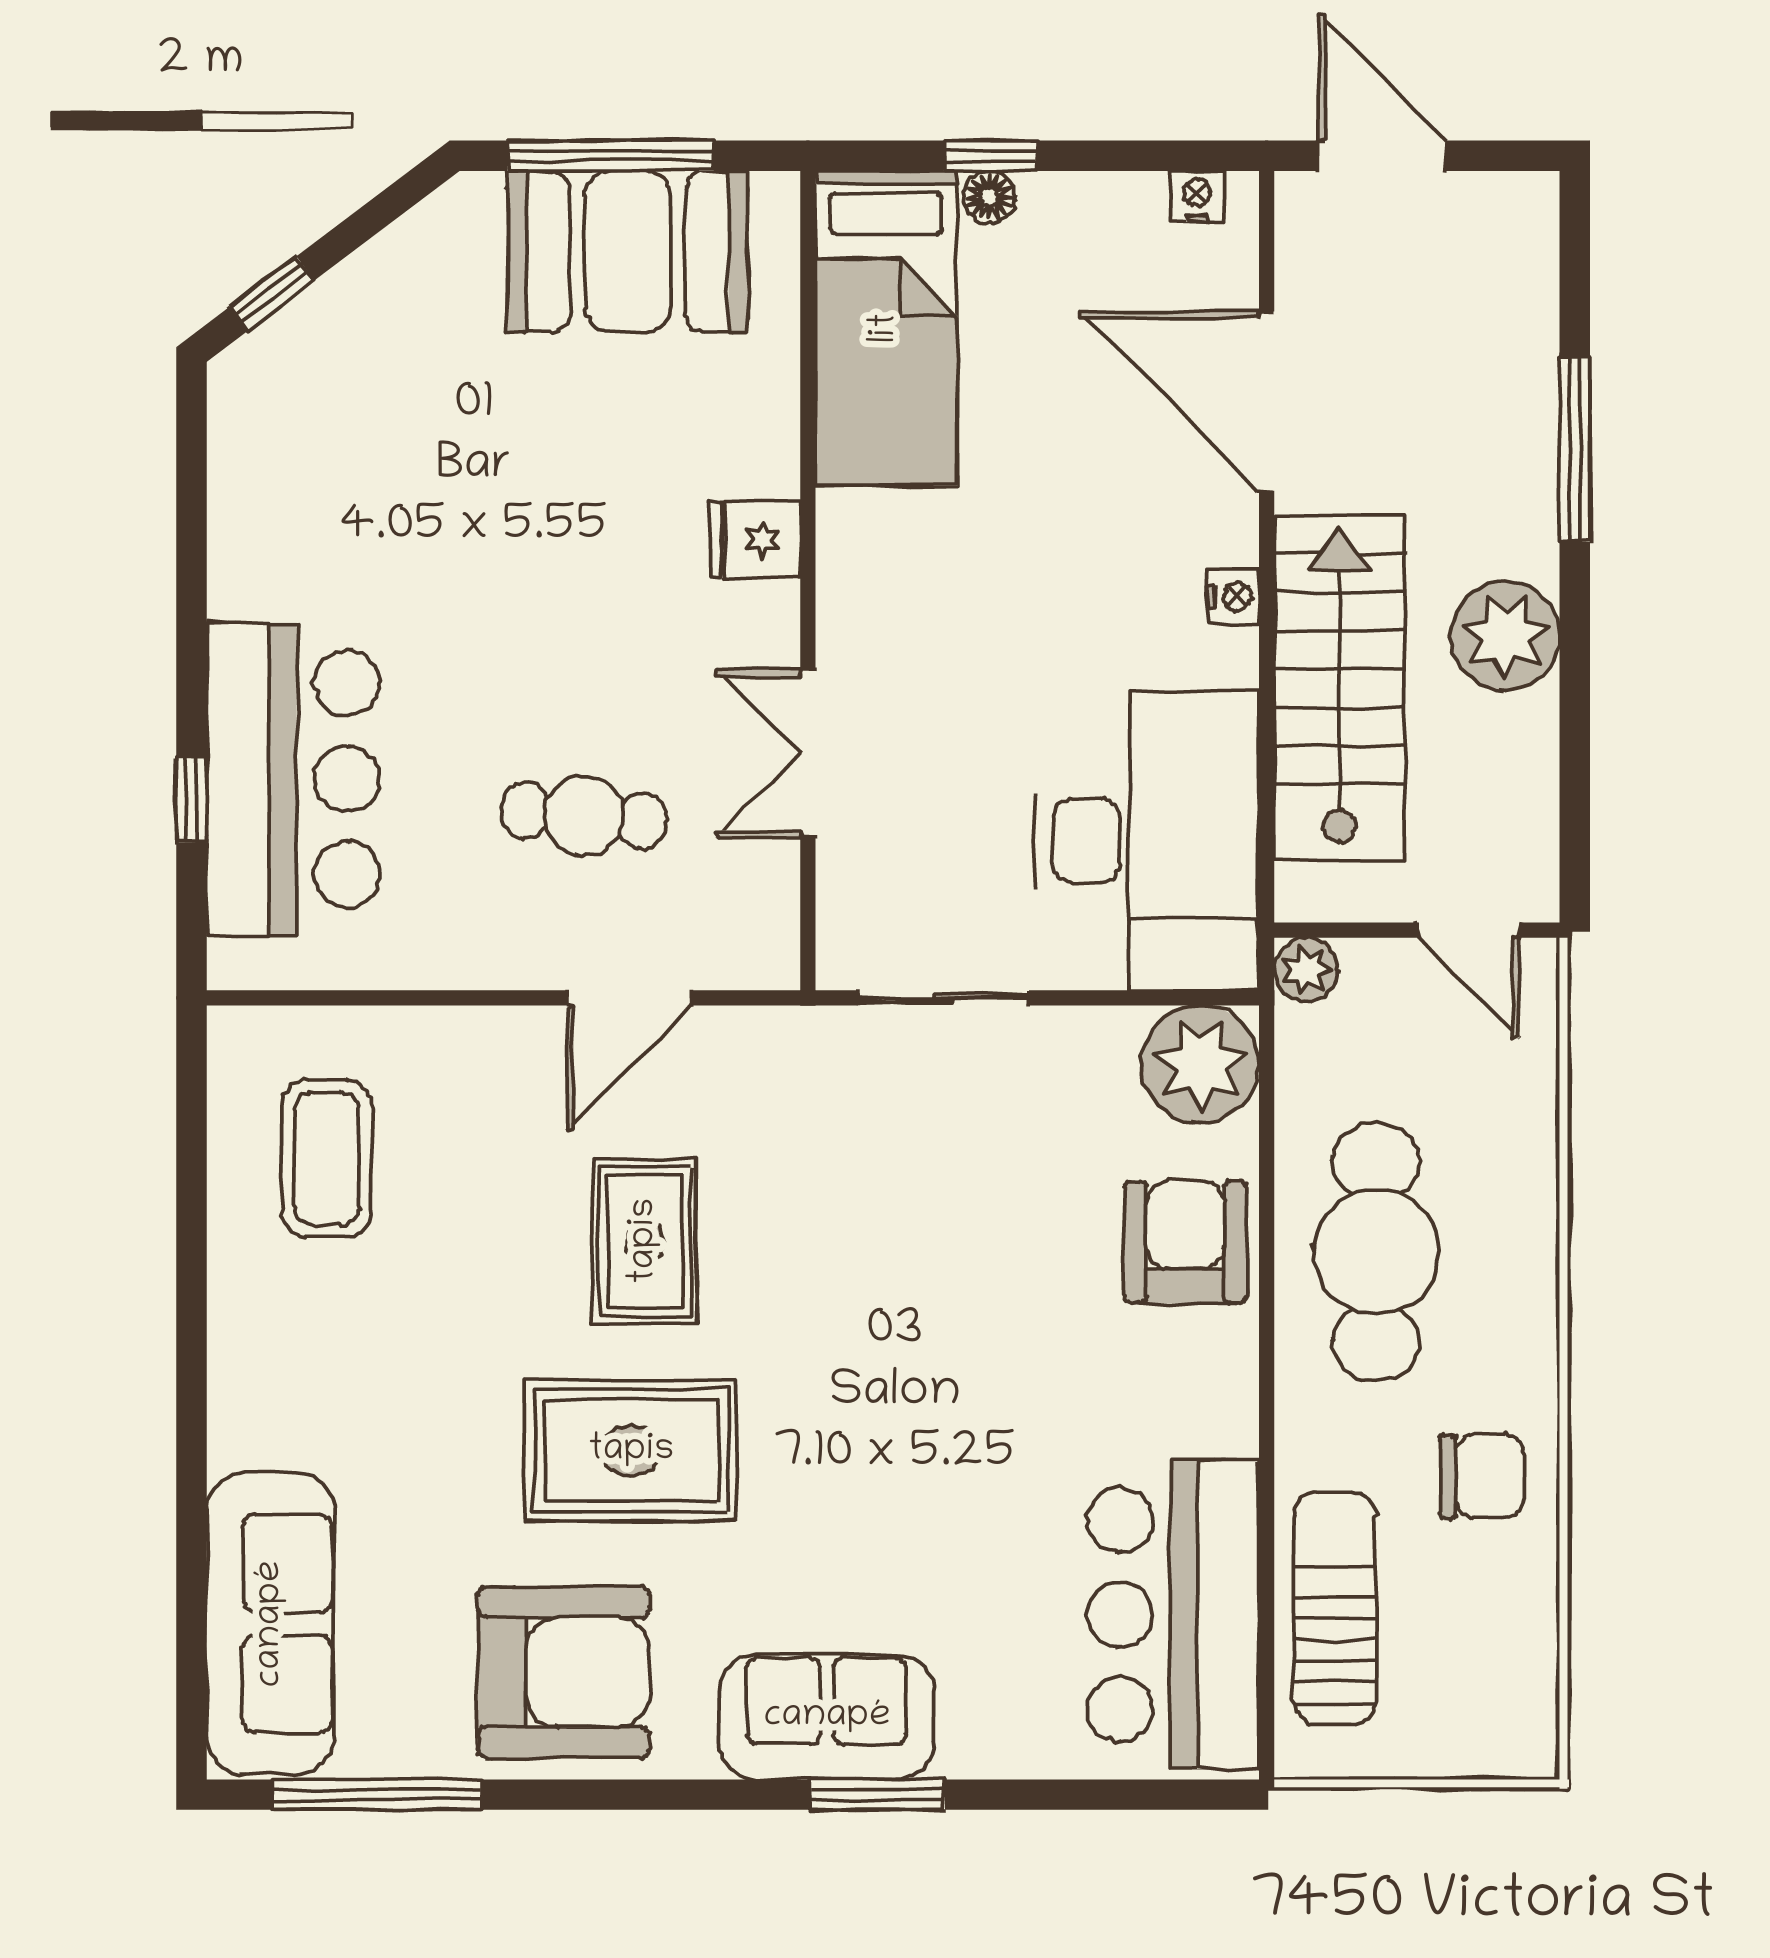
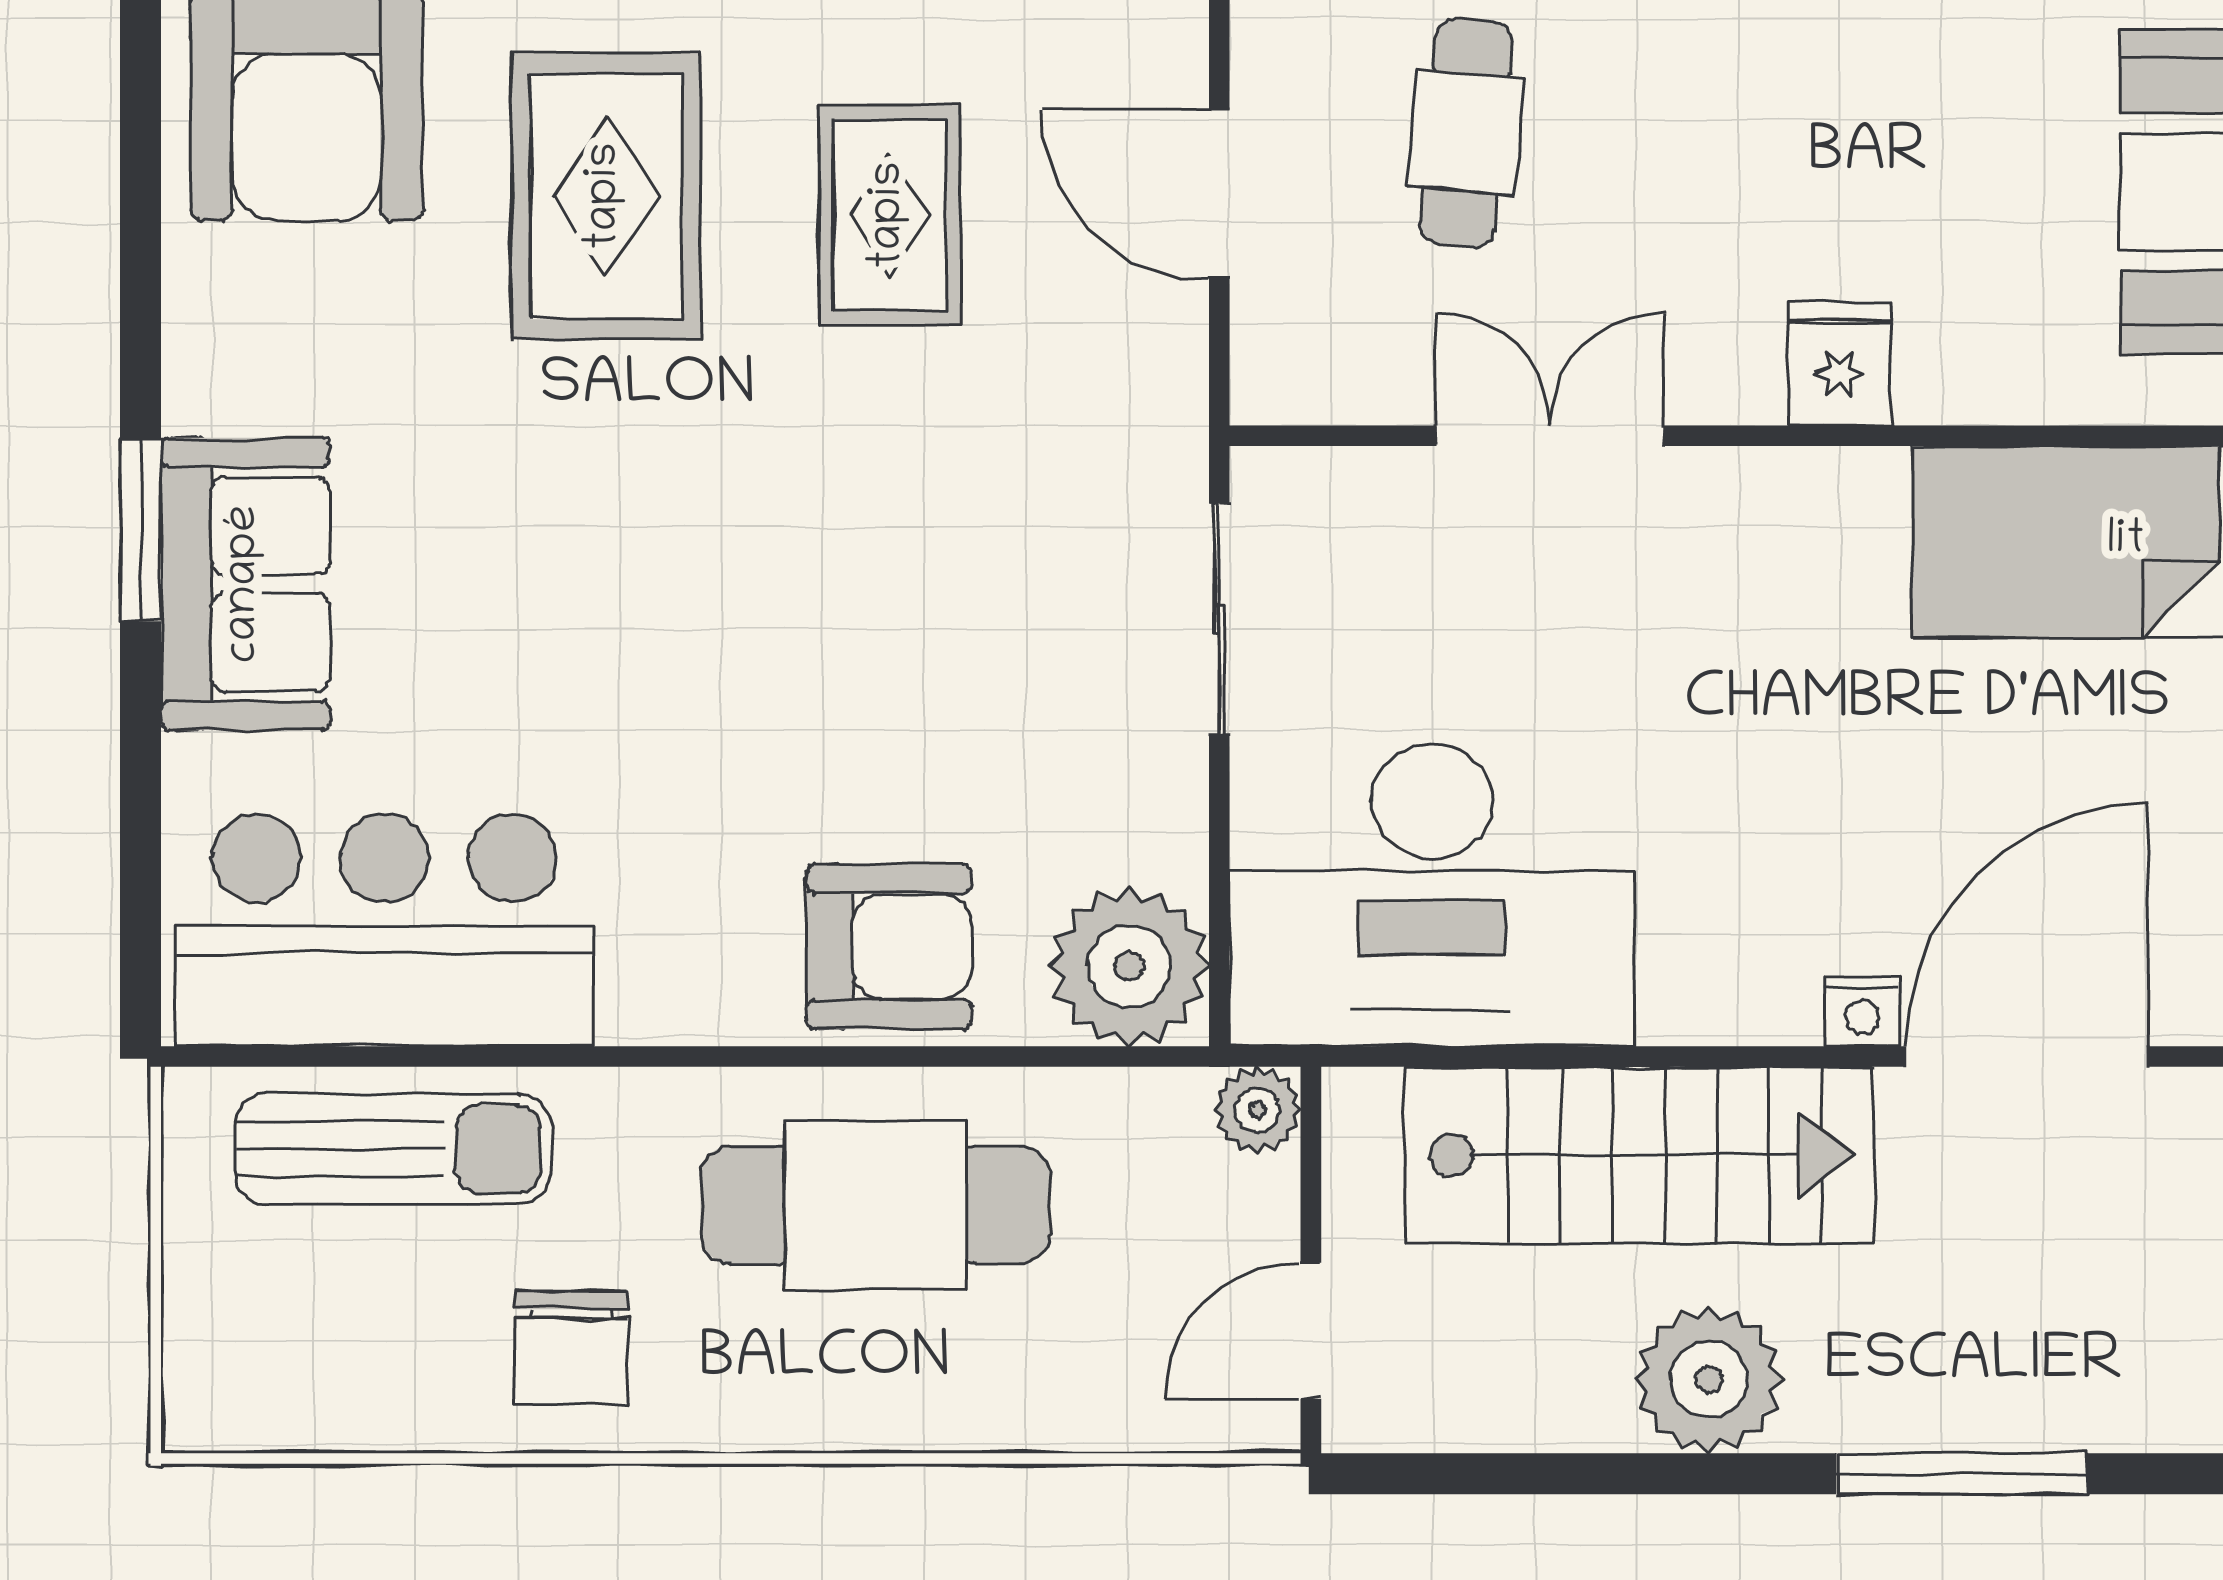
nightstand: (1233, 597) -> (1862, 1011), moved
rug: (645, 1241) -> (890, 215), turned 90
sofa: (827, 1717) -> (245, 584), moved

